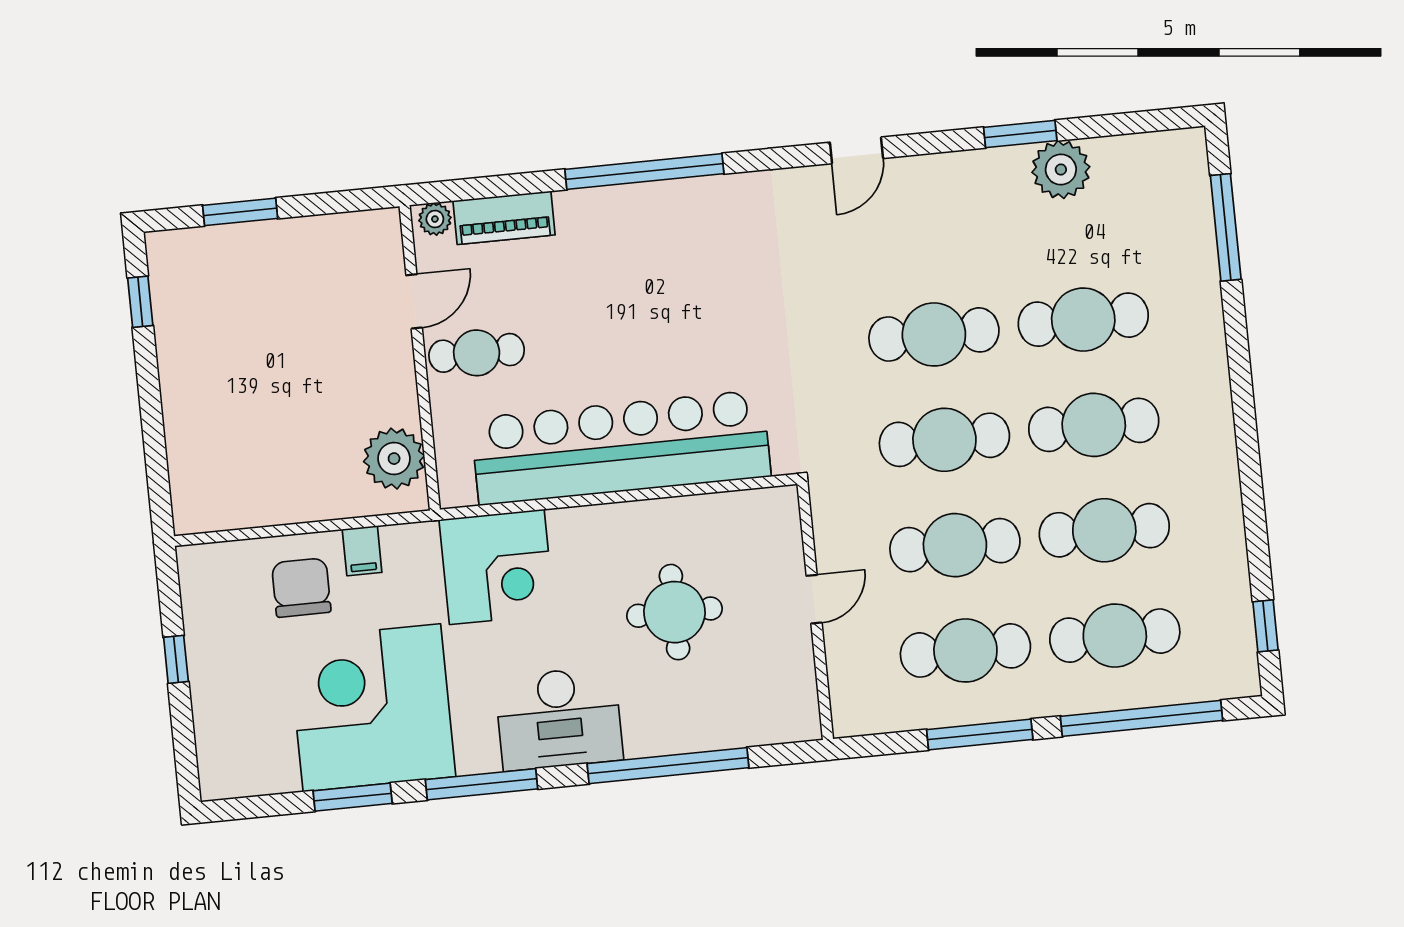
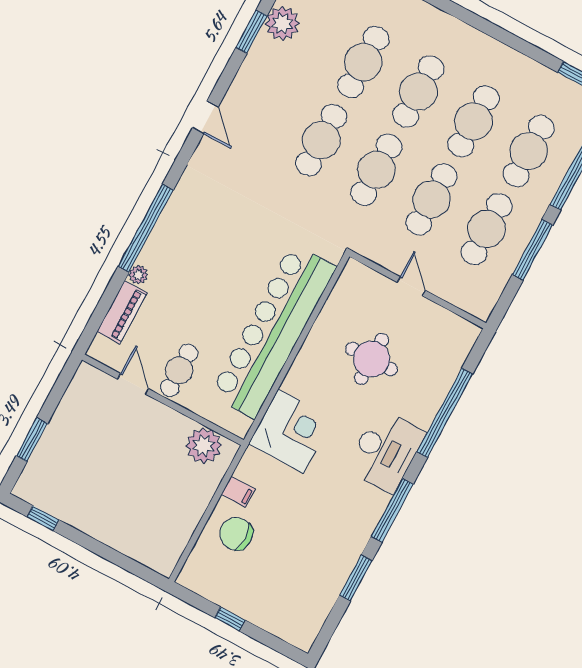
plant: (435, 219) -> (138, 275), moved
corner desk: (372, 708) -> (318, 539), removed

